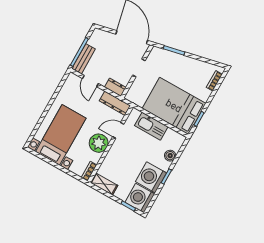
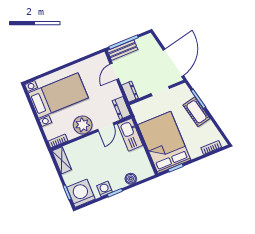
cot: (181, 62) -> (197, 112), added
dresser: (115, 103) -> (121, 108), width x0.70
kitchen sink: (151, 126) -> (130, 135), moved
door: (118, 130) -> (106, 127), swing flipped
washing machine: (151, 177) -> (104, 189), width x0.53, depth x0.53

